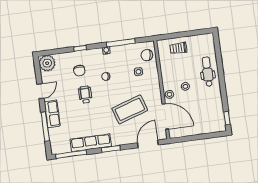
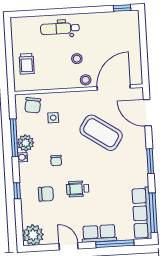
plant: (117, 52) -> (26, 143), added
coffee table: (130, 109) -> (101, 133), turned -38
row of seats: (91, 143) -> (142, 213), moved

